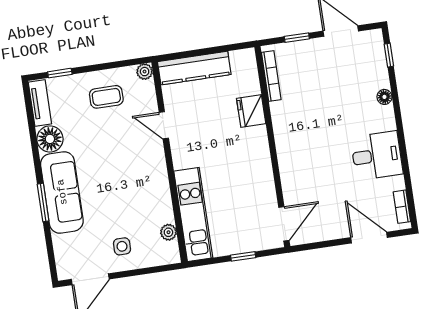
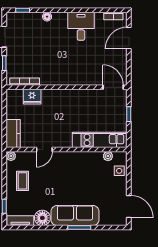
kitchen counter: (194, 68) -> (13, 133), width x0.67
fridge: (251, 111) -> (32, 97), moved
side table: (122, 246) -> (119, 171), moved

